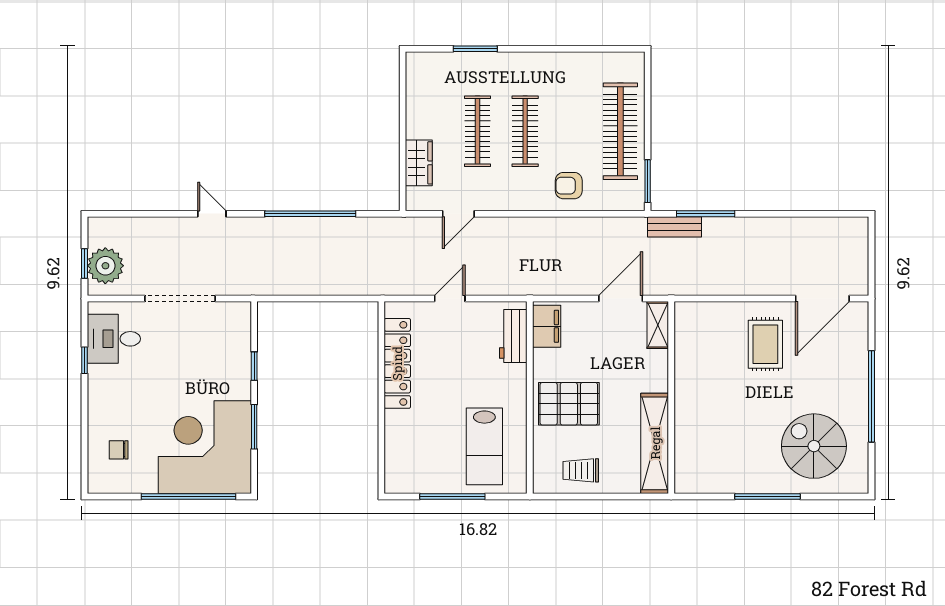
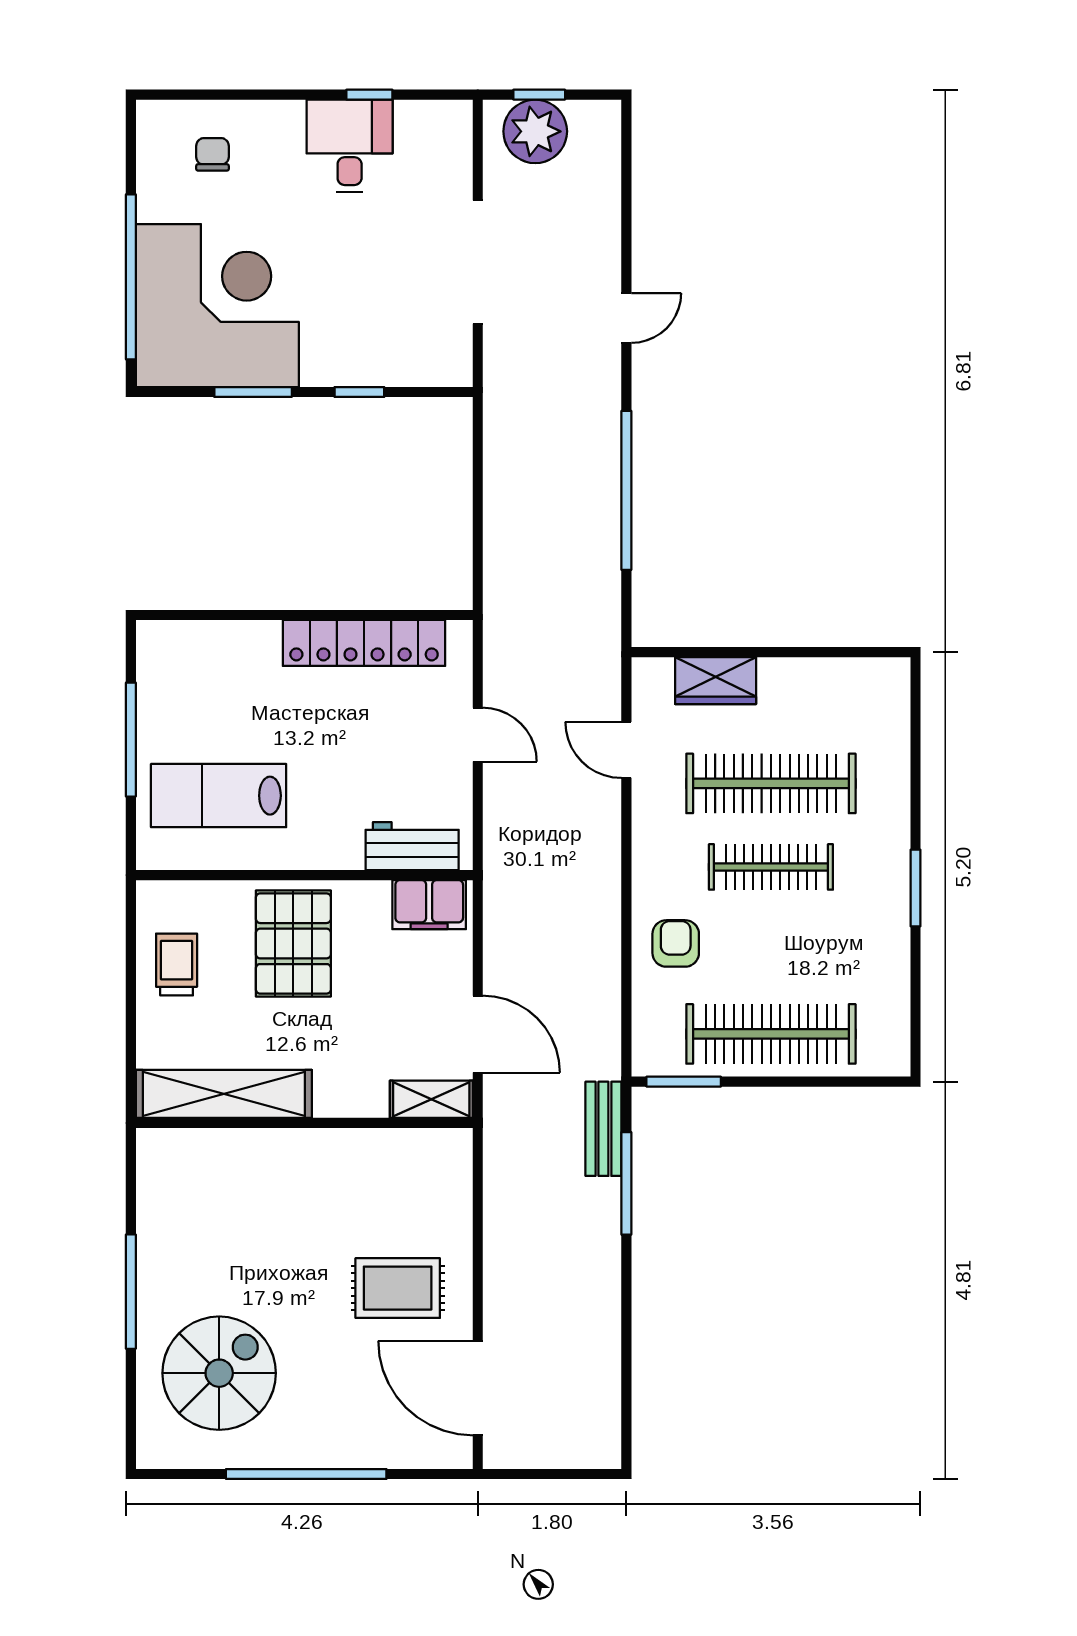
window: (475, 49) -> (915, 888), moved
clothes rail: (477, 131) -> (771, 783), width x1.37, depth x1.31
desk: (114, 339) -> (350, 146), moved

